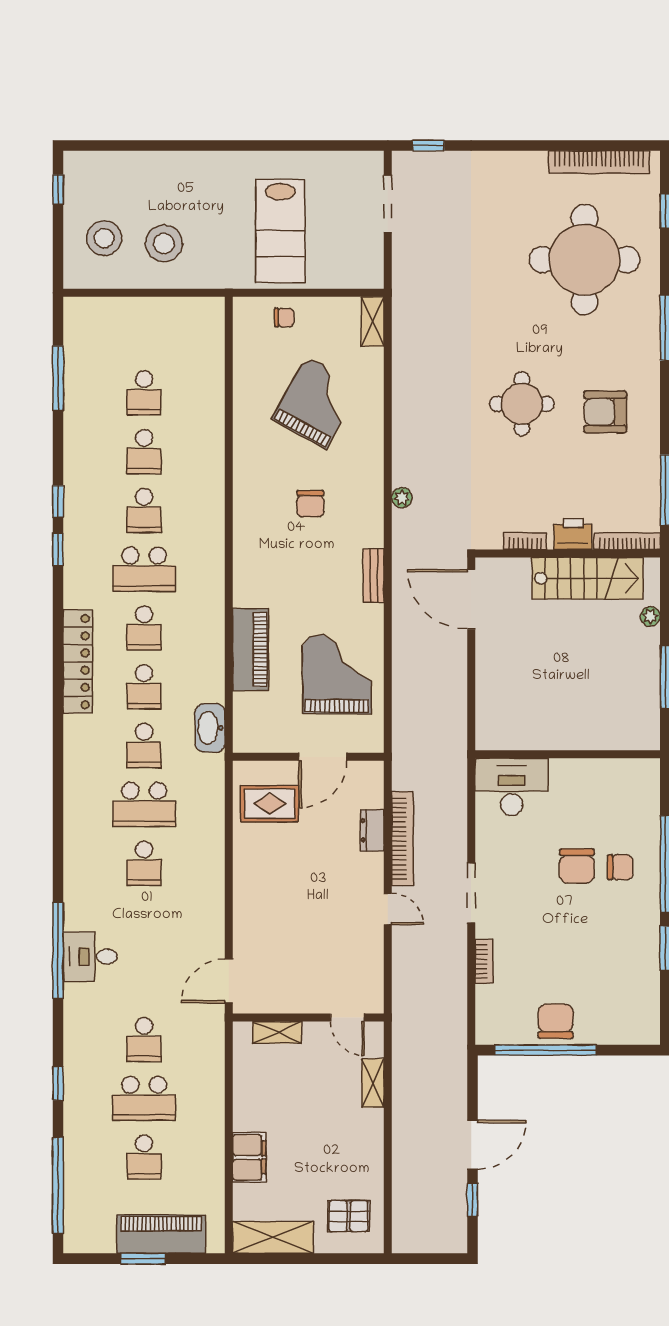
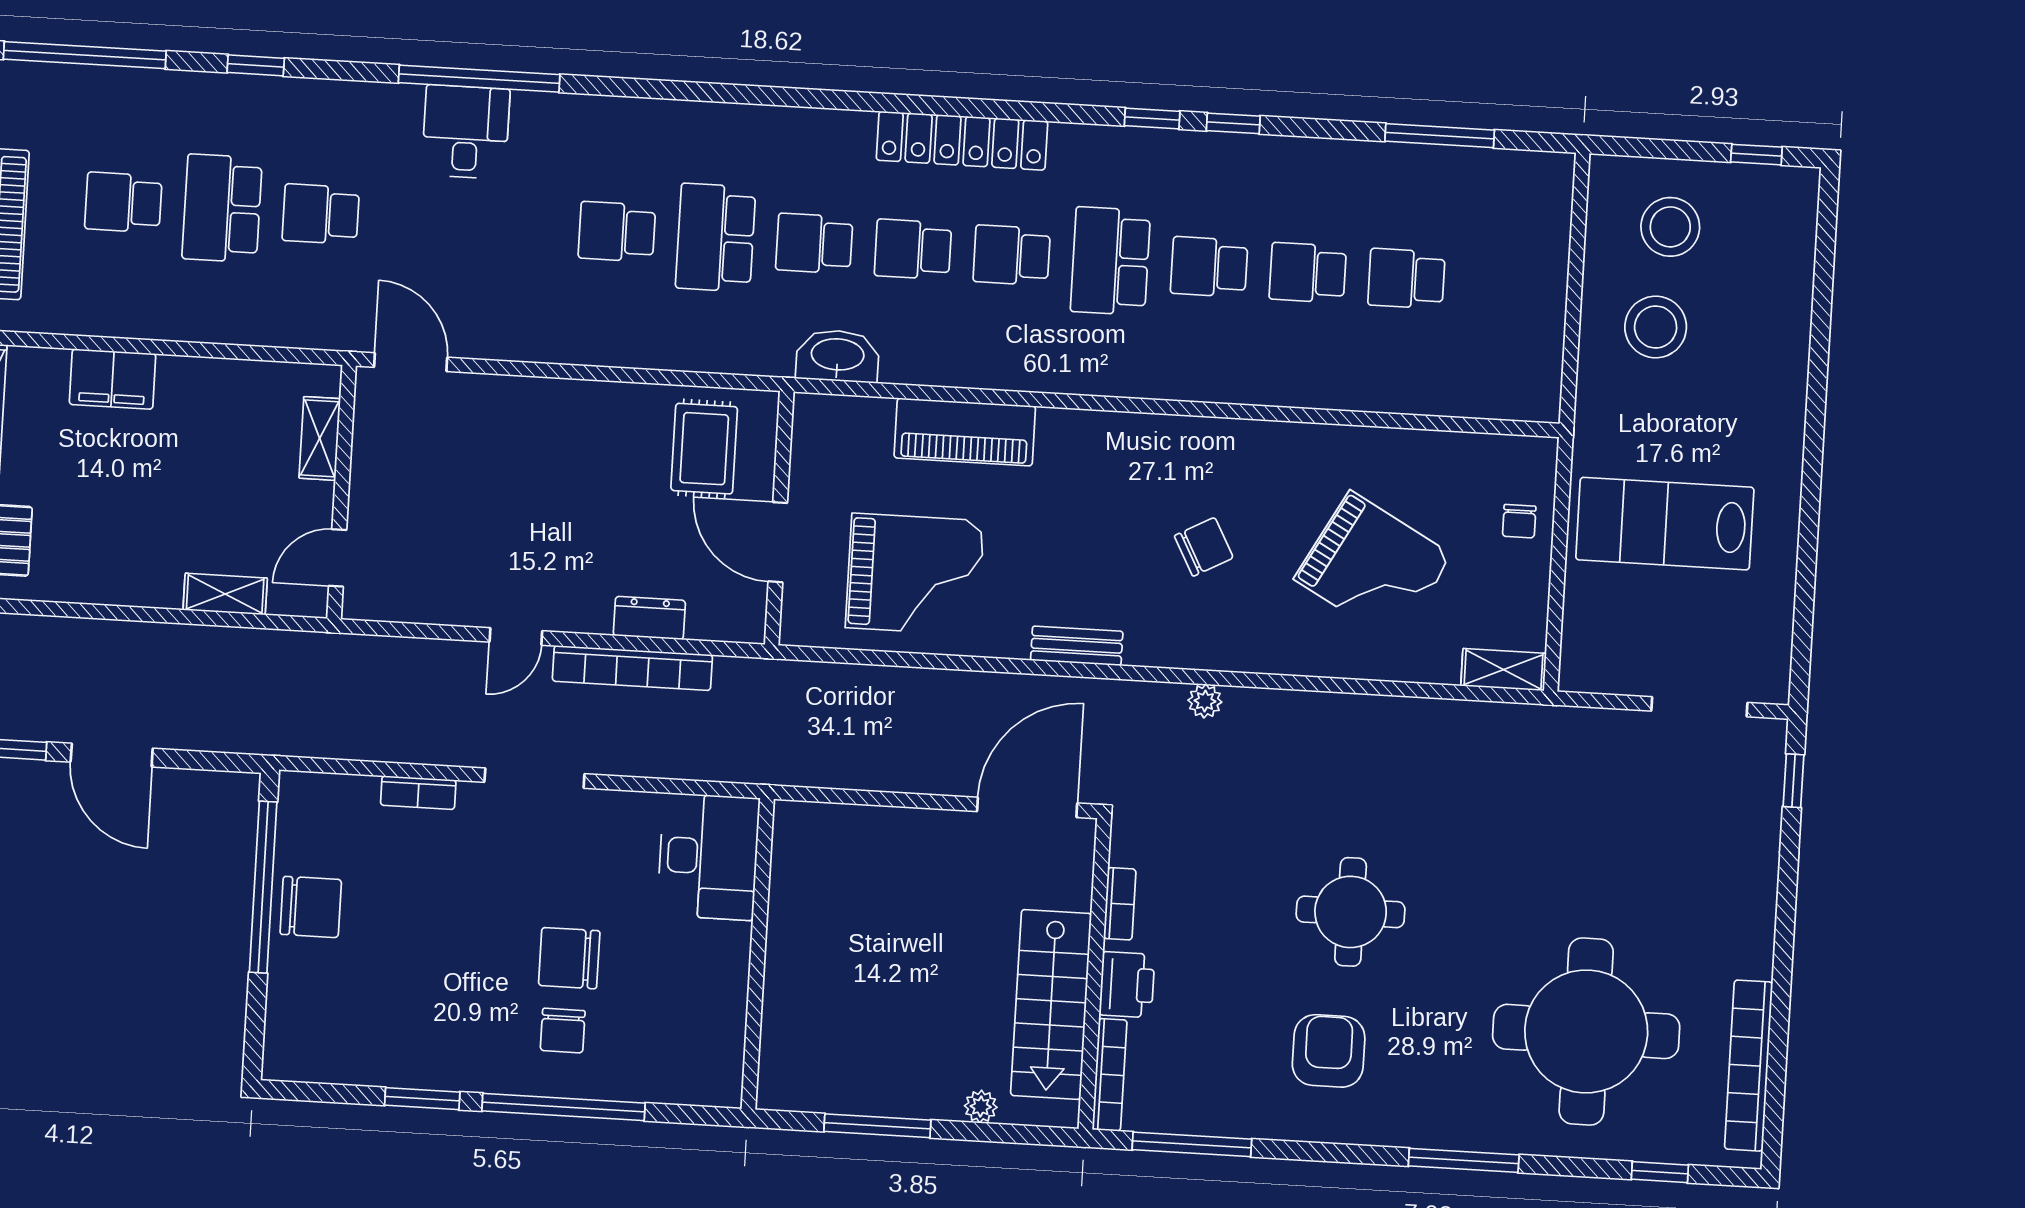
chair: (310, 504) -> (1204, 547), turned 152

